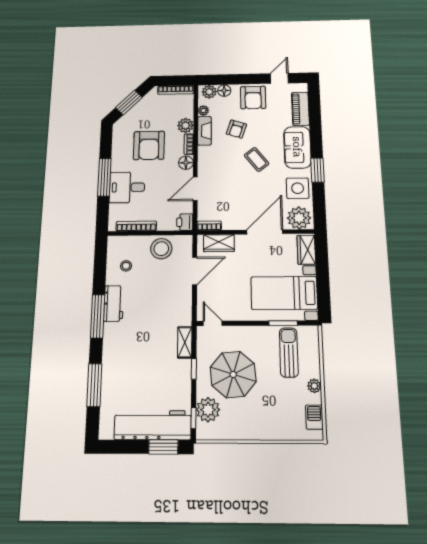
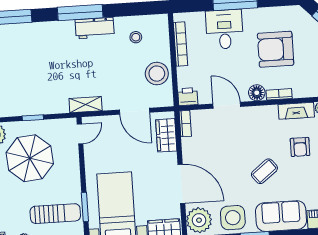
plant: (185, 126) -> (302, 89), removed
armchair: (236, 129) -> (300, 147), turned -108
shelving: (185, 342) -> (86, 105), moved

